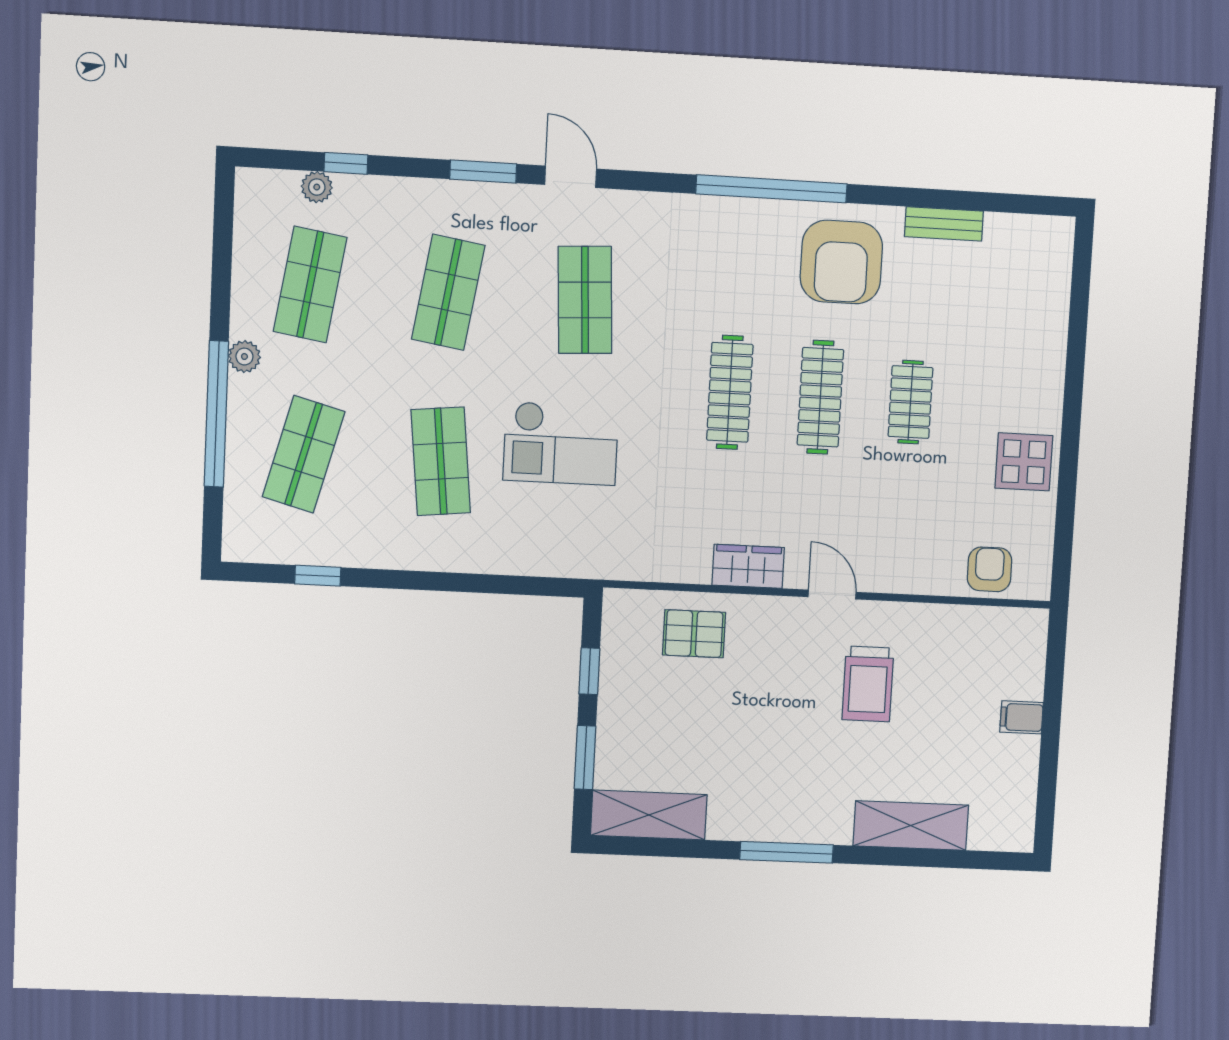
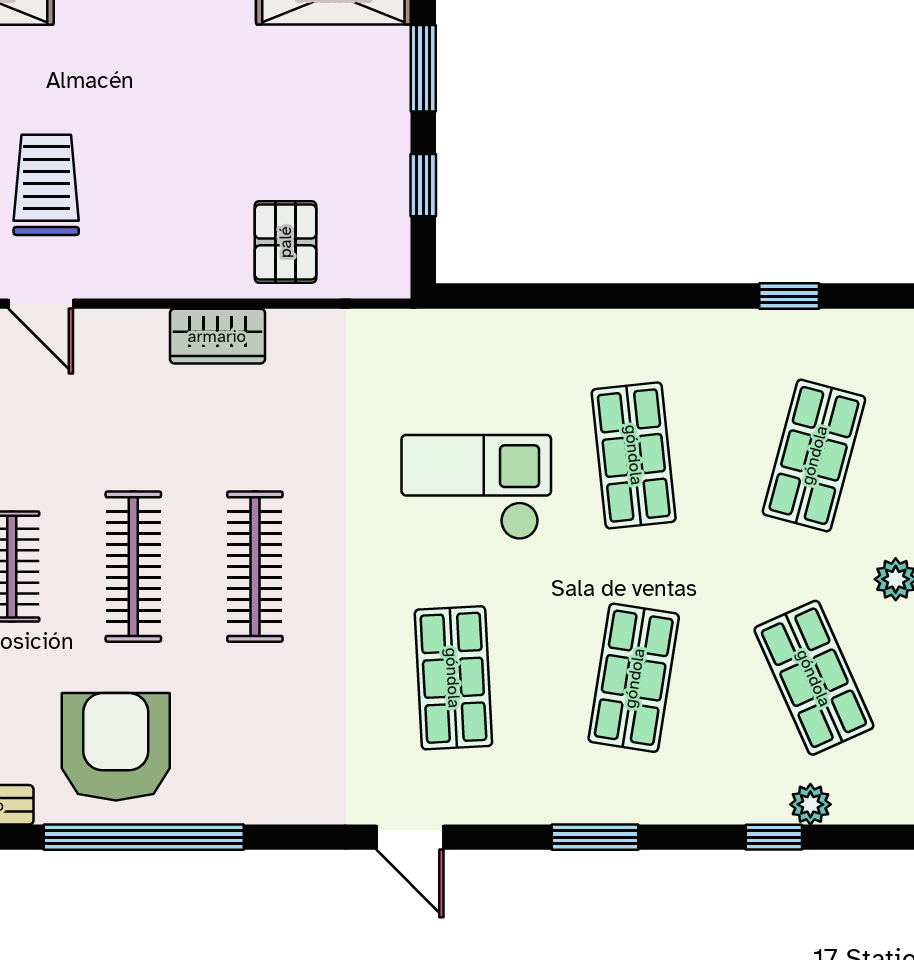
door: (571, 177) -> (410, 837), moved
window: (772, 189) -> (144, 837), moved
shop shelf: (310, 284) -> (814, 678), turned -33
door: (832, 595) -> (41, 304), moved
pallet: (694, 634) -> (285, 242), turned 90

